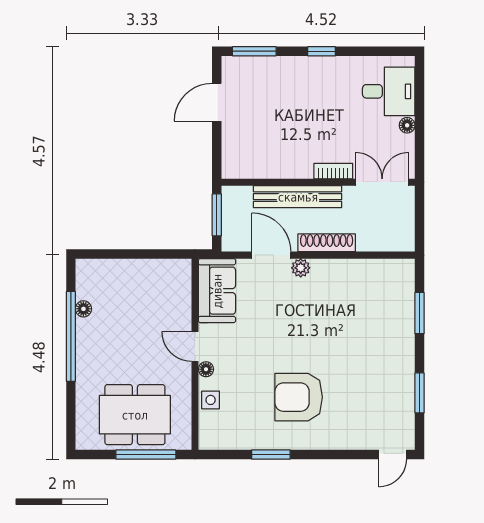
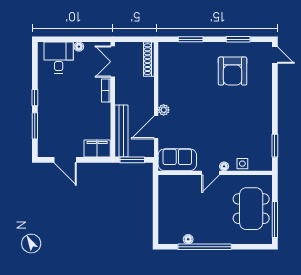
window: (254, 51) -> (35, 126), moved
filing cabinet: (236, 156) -> (97, 149), added
bench: (298, 197) -> (121, 131), moved
shoe rack: (327, 243) -> (149, 59), moved
armchair: (299, 397) -> (233, 71), moved
window: (146, 454) -> (275, 219), moved
window: (271, 454) -> (275, 146), moved

